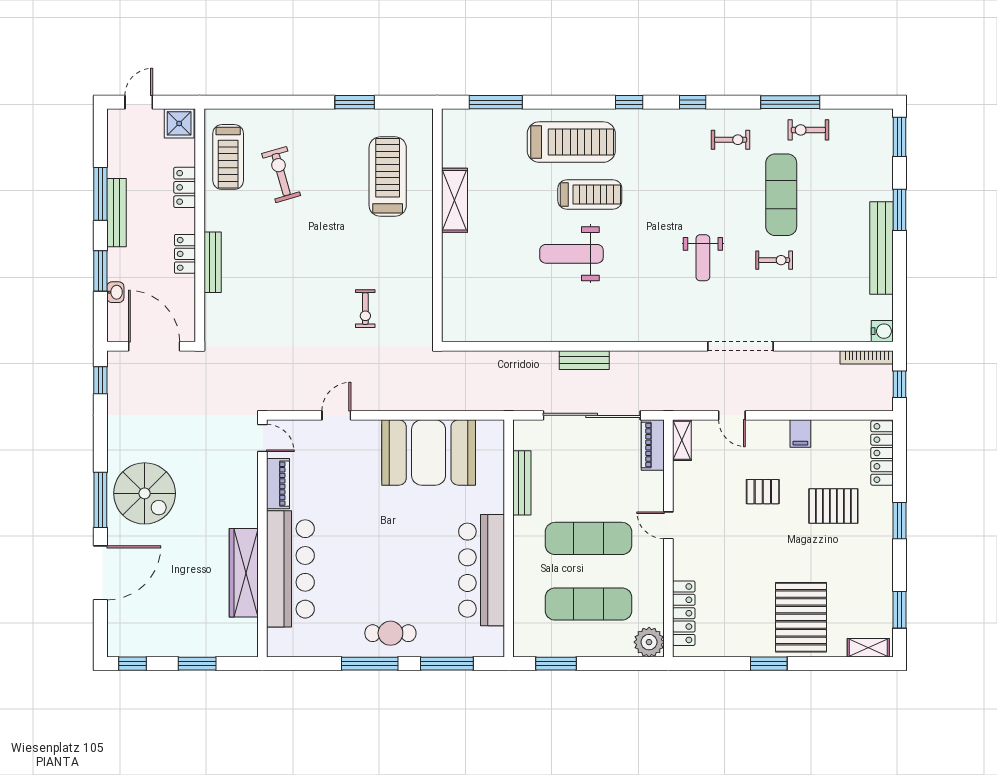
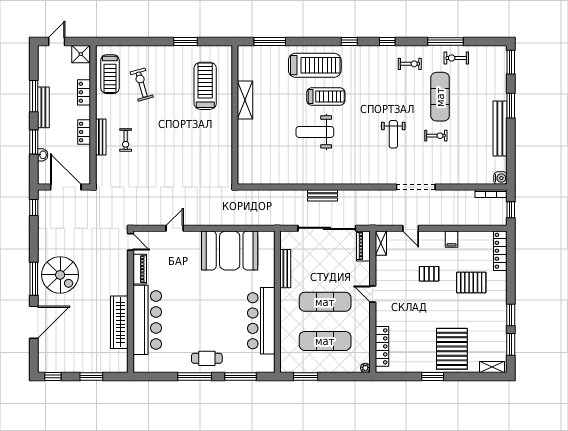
exercise bike: (365, 309) -> (126, 140), moved
window: (899, 521) -> (511, 315), moved
plant: (649, 642) -> (365, 368), width x0.53, depth x0.53

